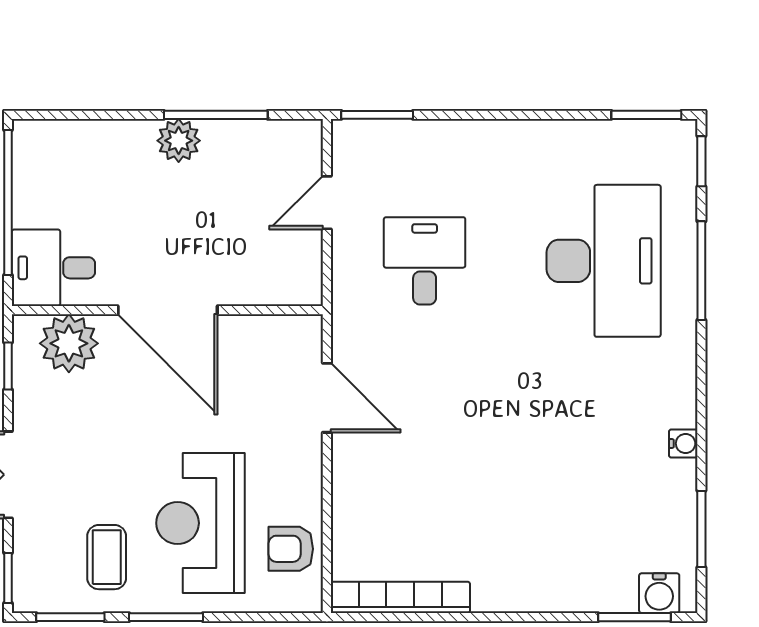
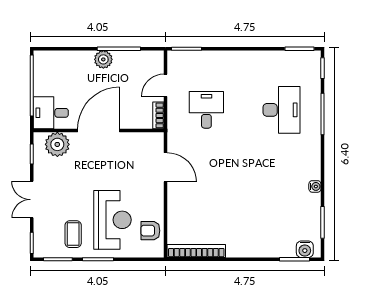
desk: (604, 261) -> (282, 110), width x0.73, depth x0.77
bookcase: (310, 274) -> (158, 115), added
door: (168, 310) -> (99, 131), swing flipped
reception desk: (201, 523) -> (112, 220), turned 180

